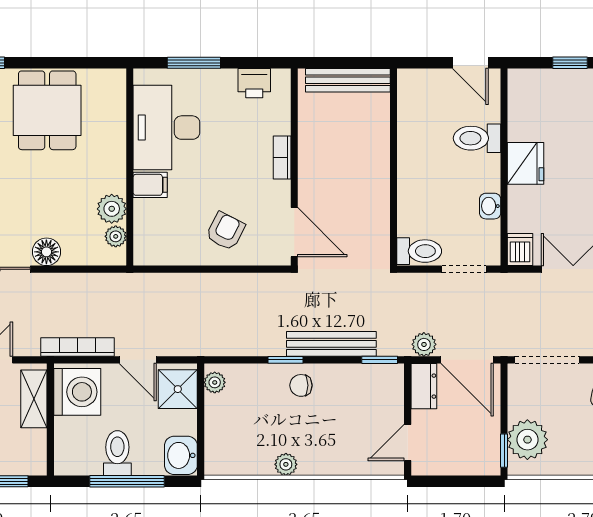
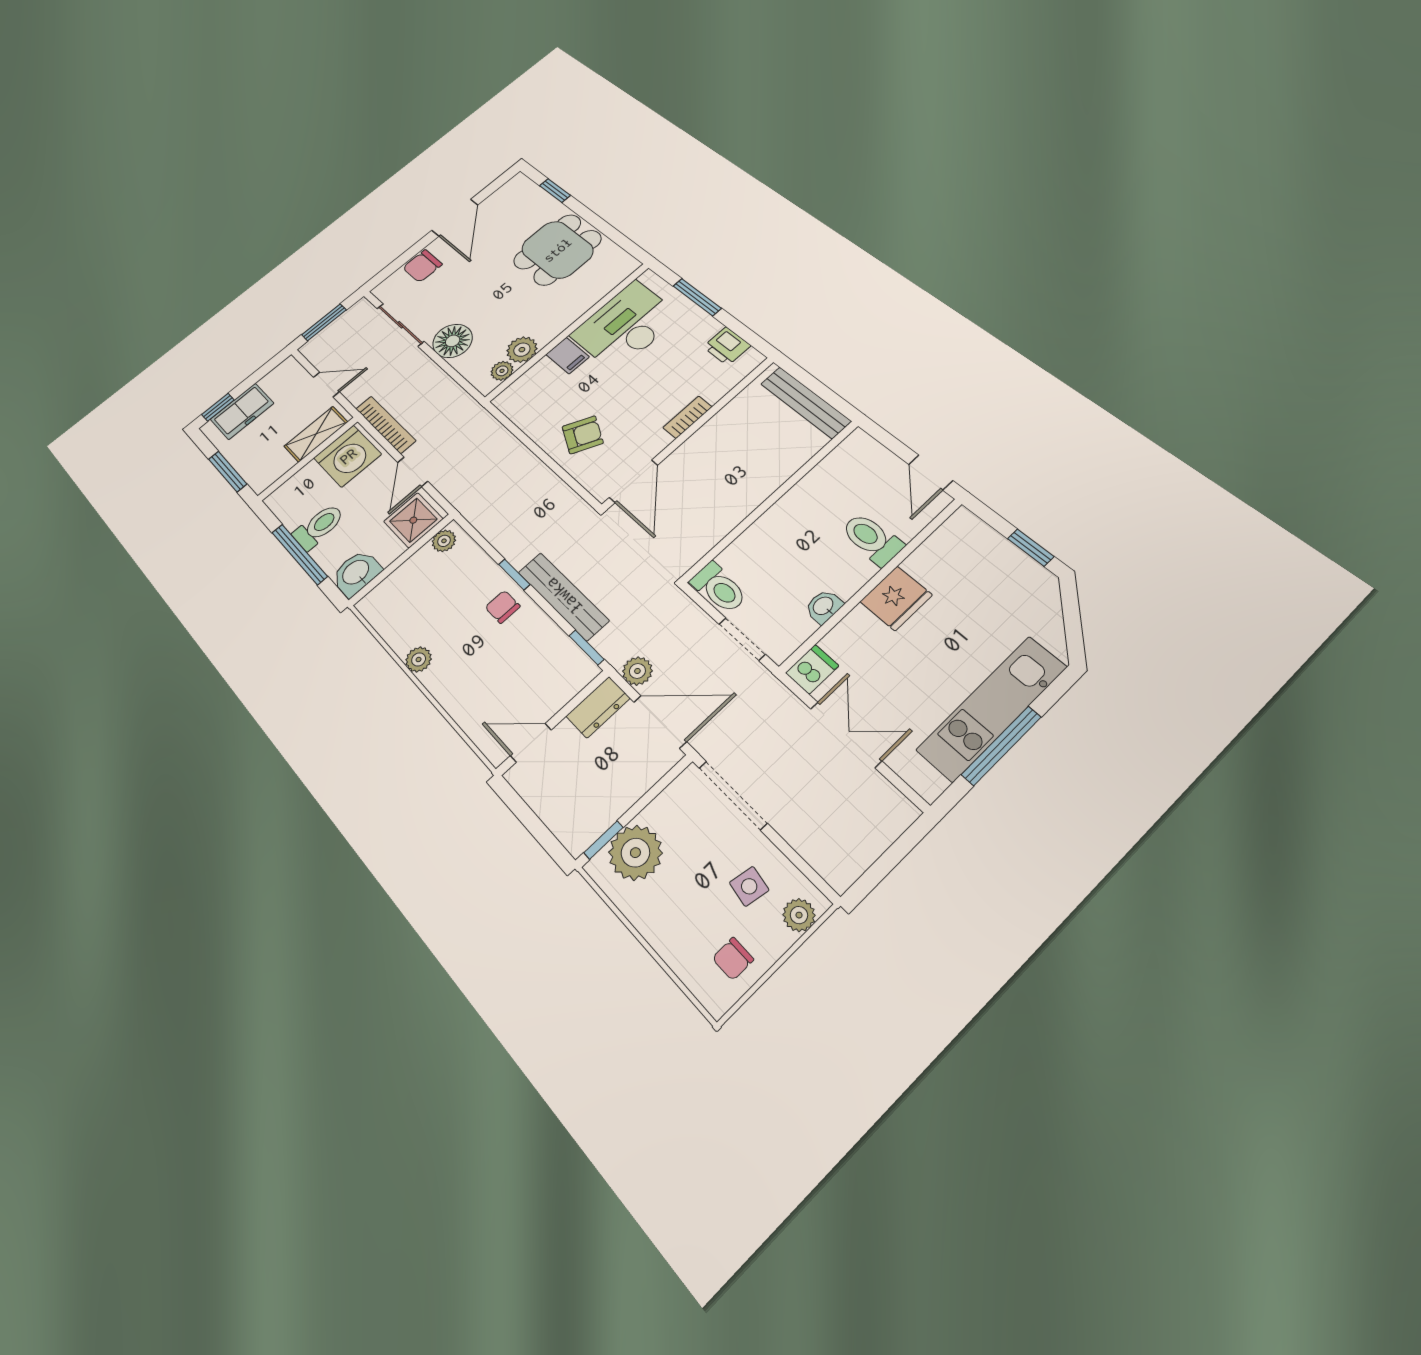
floor lamp: (46, 252) -> (453, 341), width x1.38, depth x1.38
door: (467, 360) -> (660, 722), swing flipped

